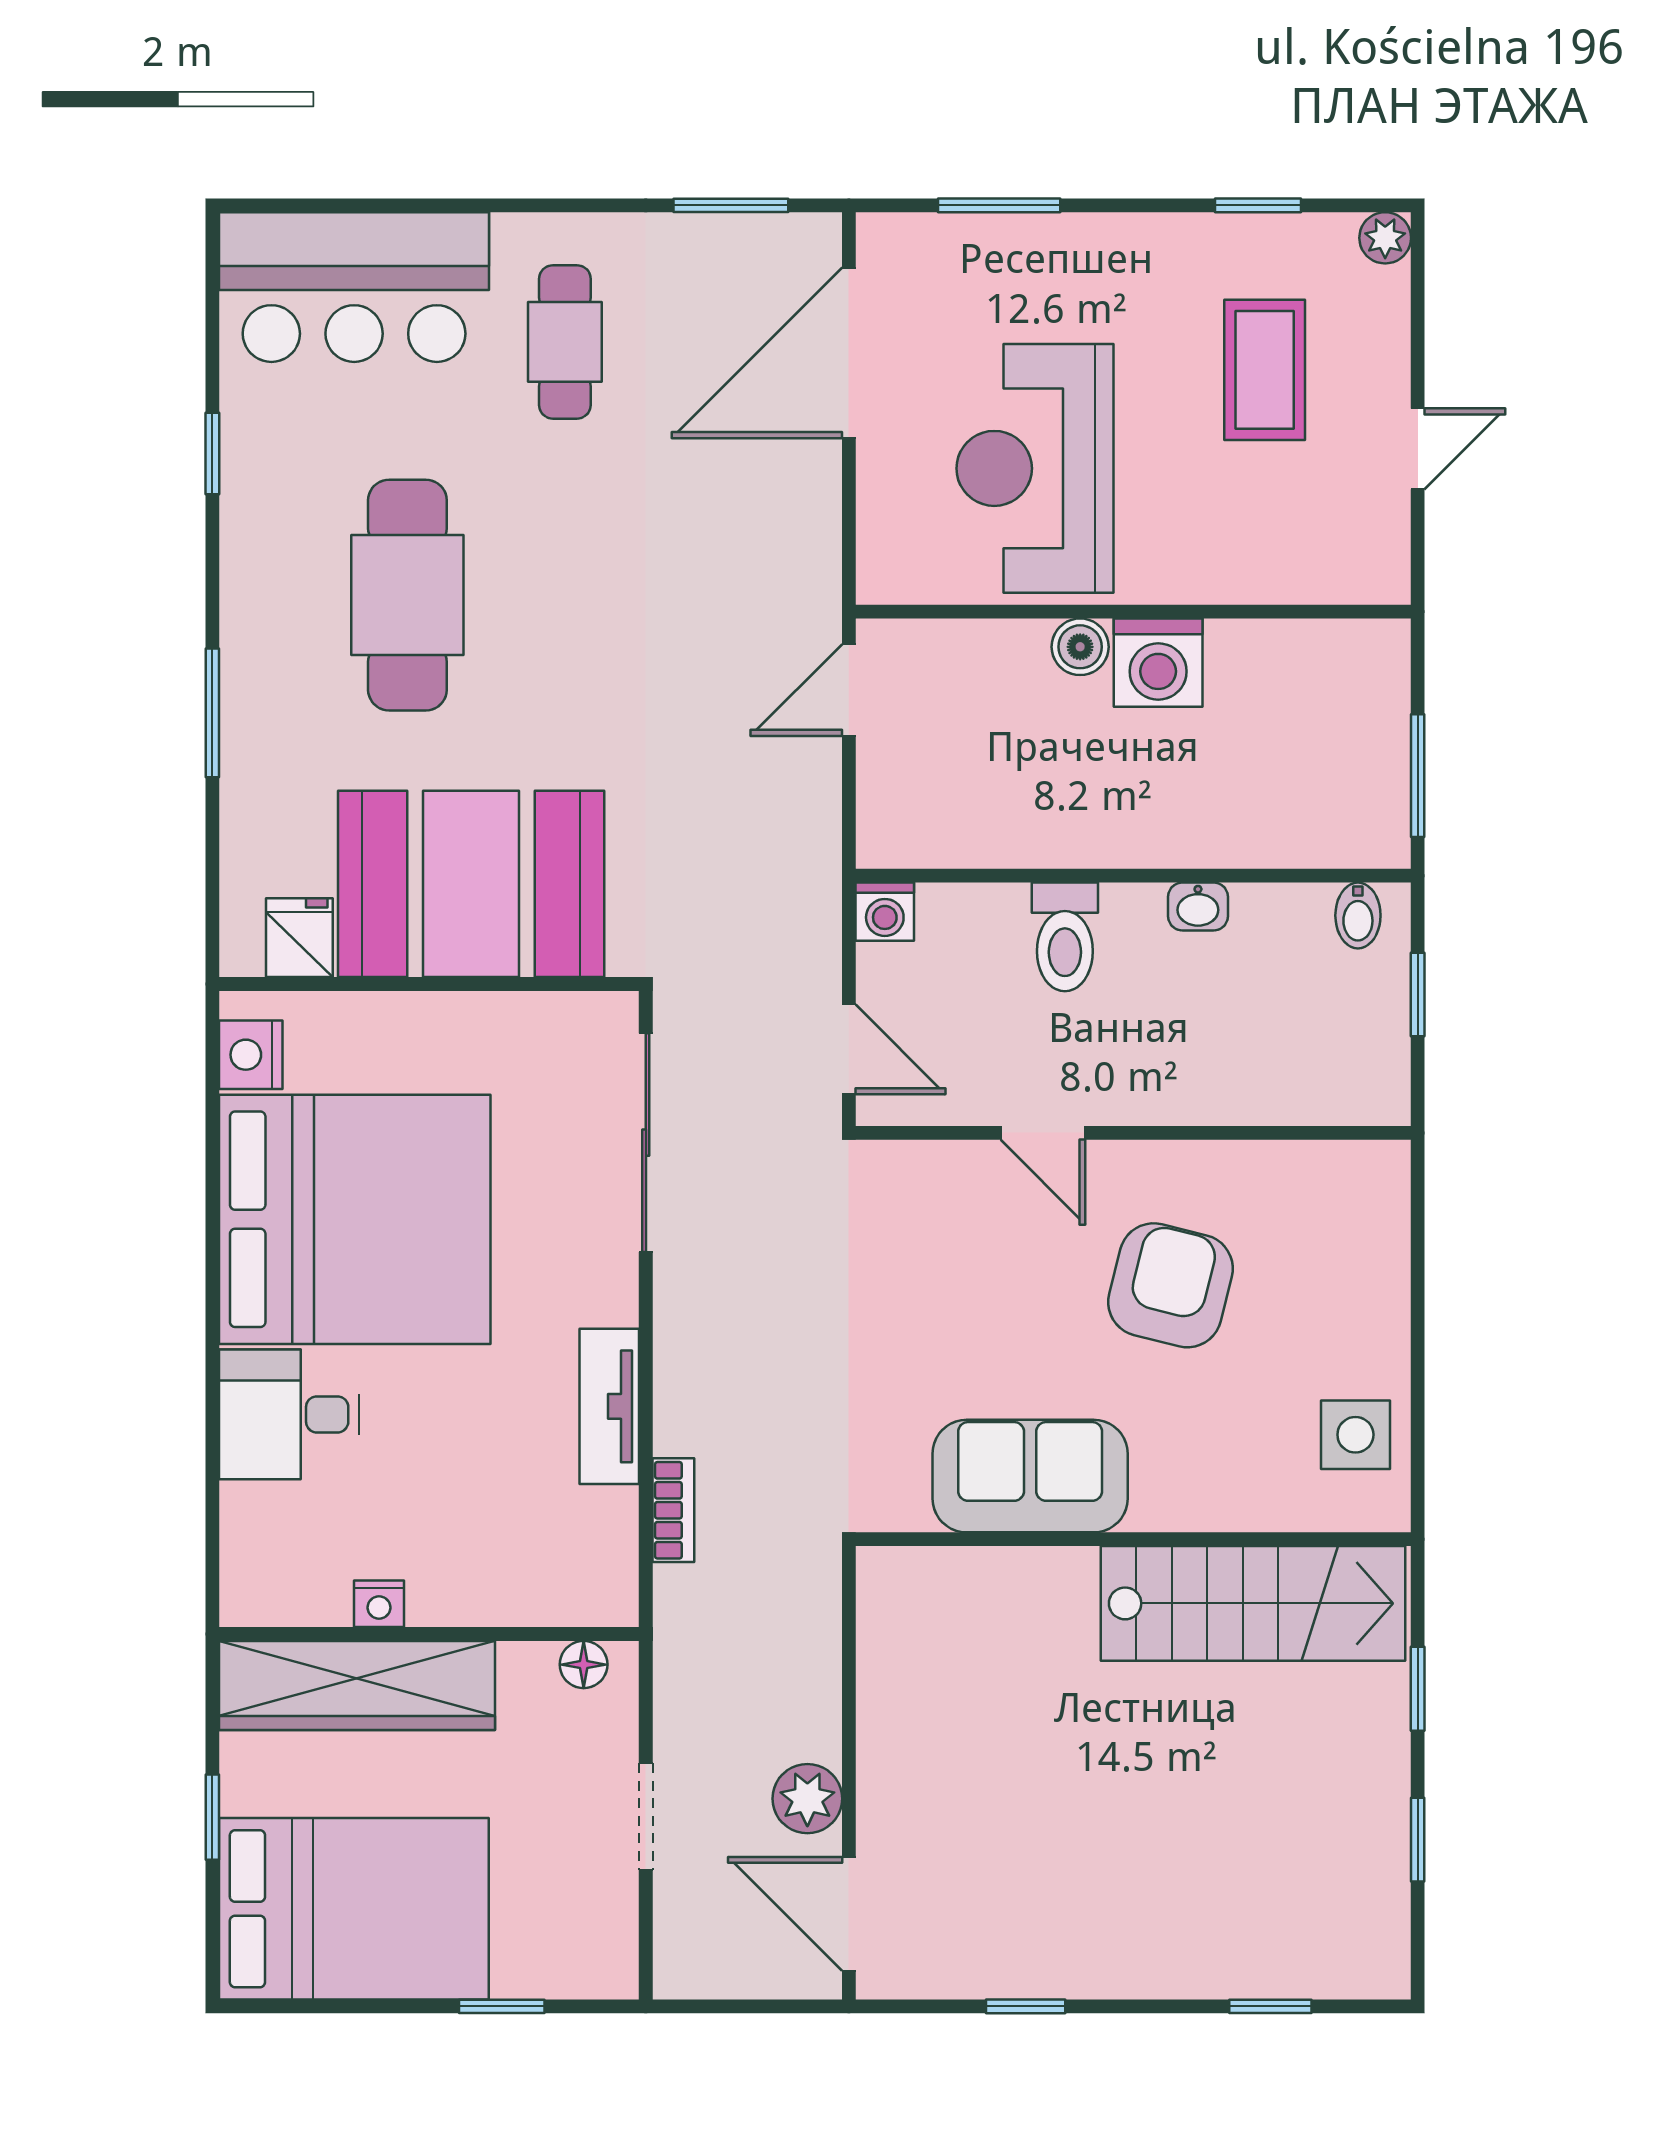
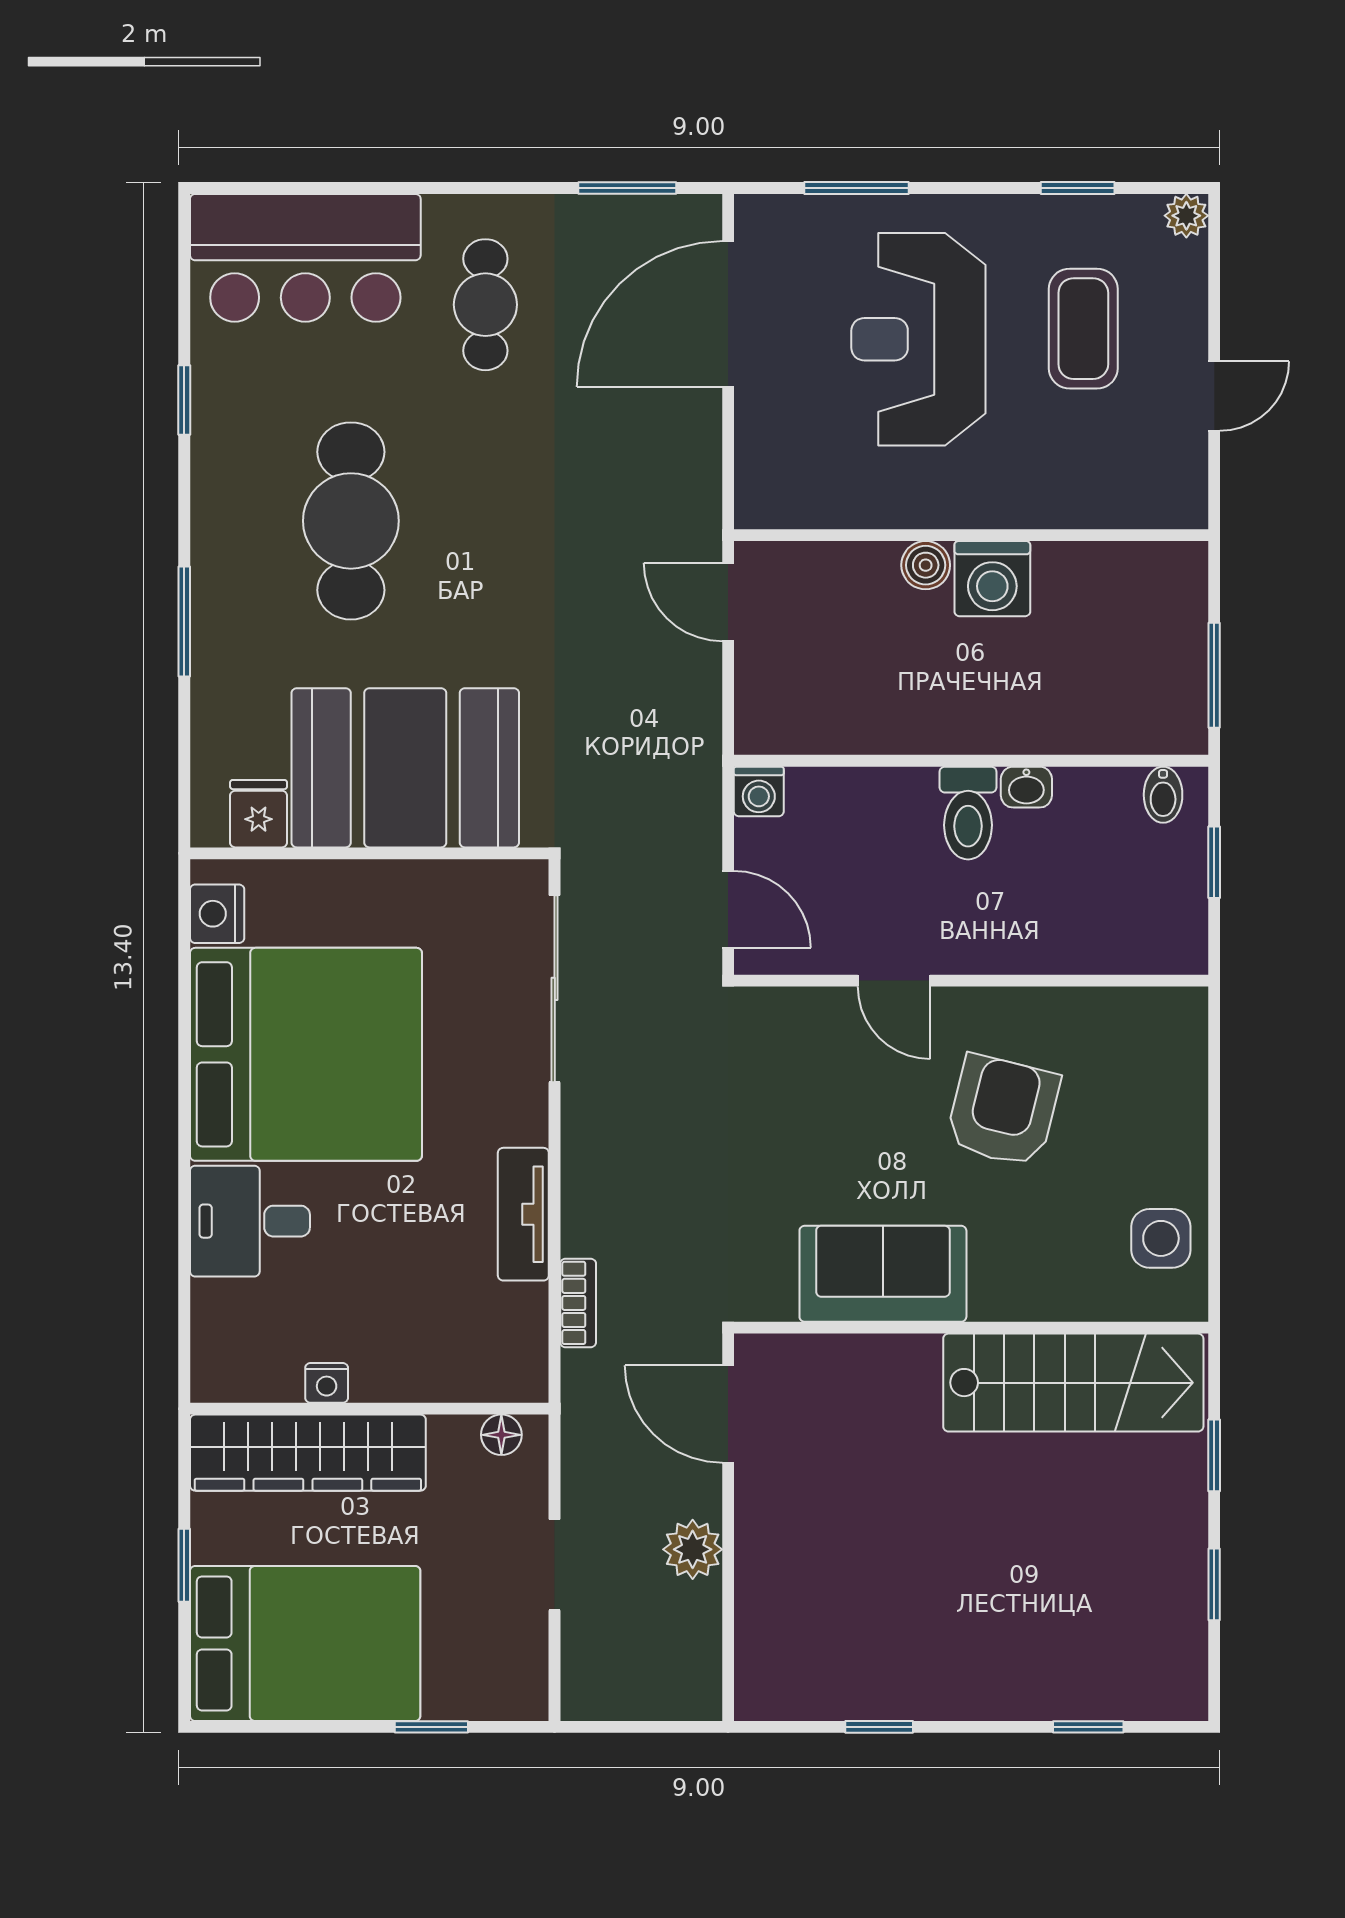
reception desk: (1035, 468) -> (918, 339), moved
door: (849, 690) -> (728, 602), hinge flipped
toilet: (1065, 937) -> (968, 813), moved
door: (849, 1914) -> (728, 1414), moved

